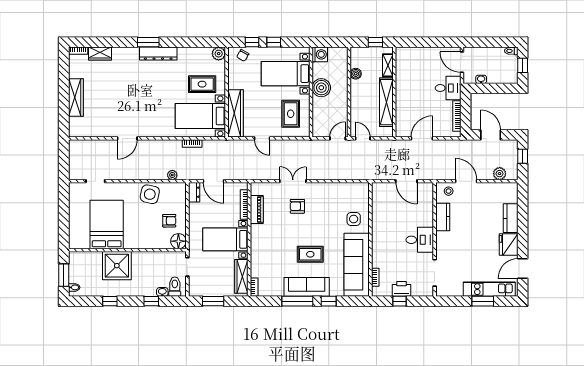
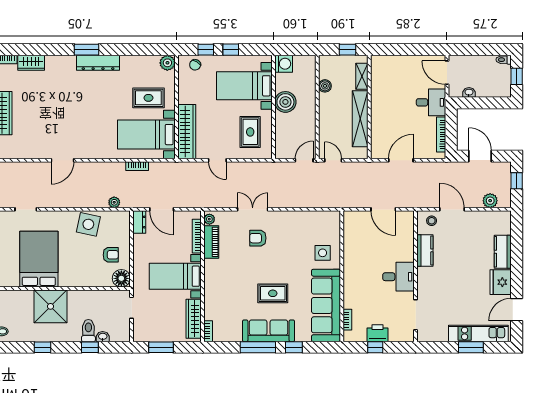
plant: (255, 190) -> (209, 219), added
toilet: (175, 287) -> (88, 331), moved

